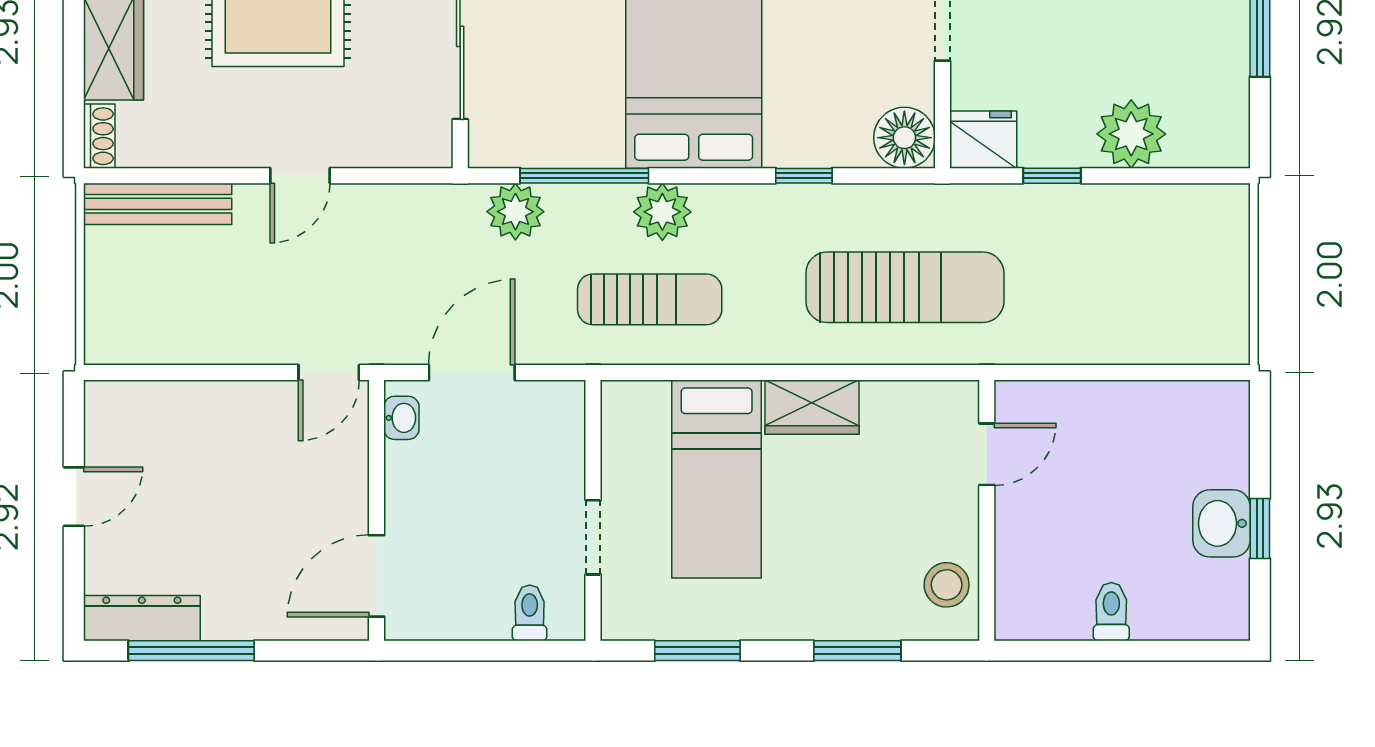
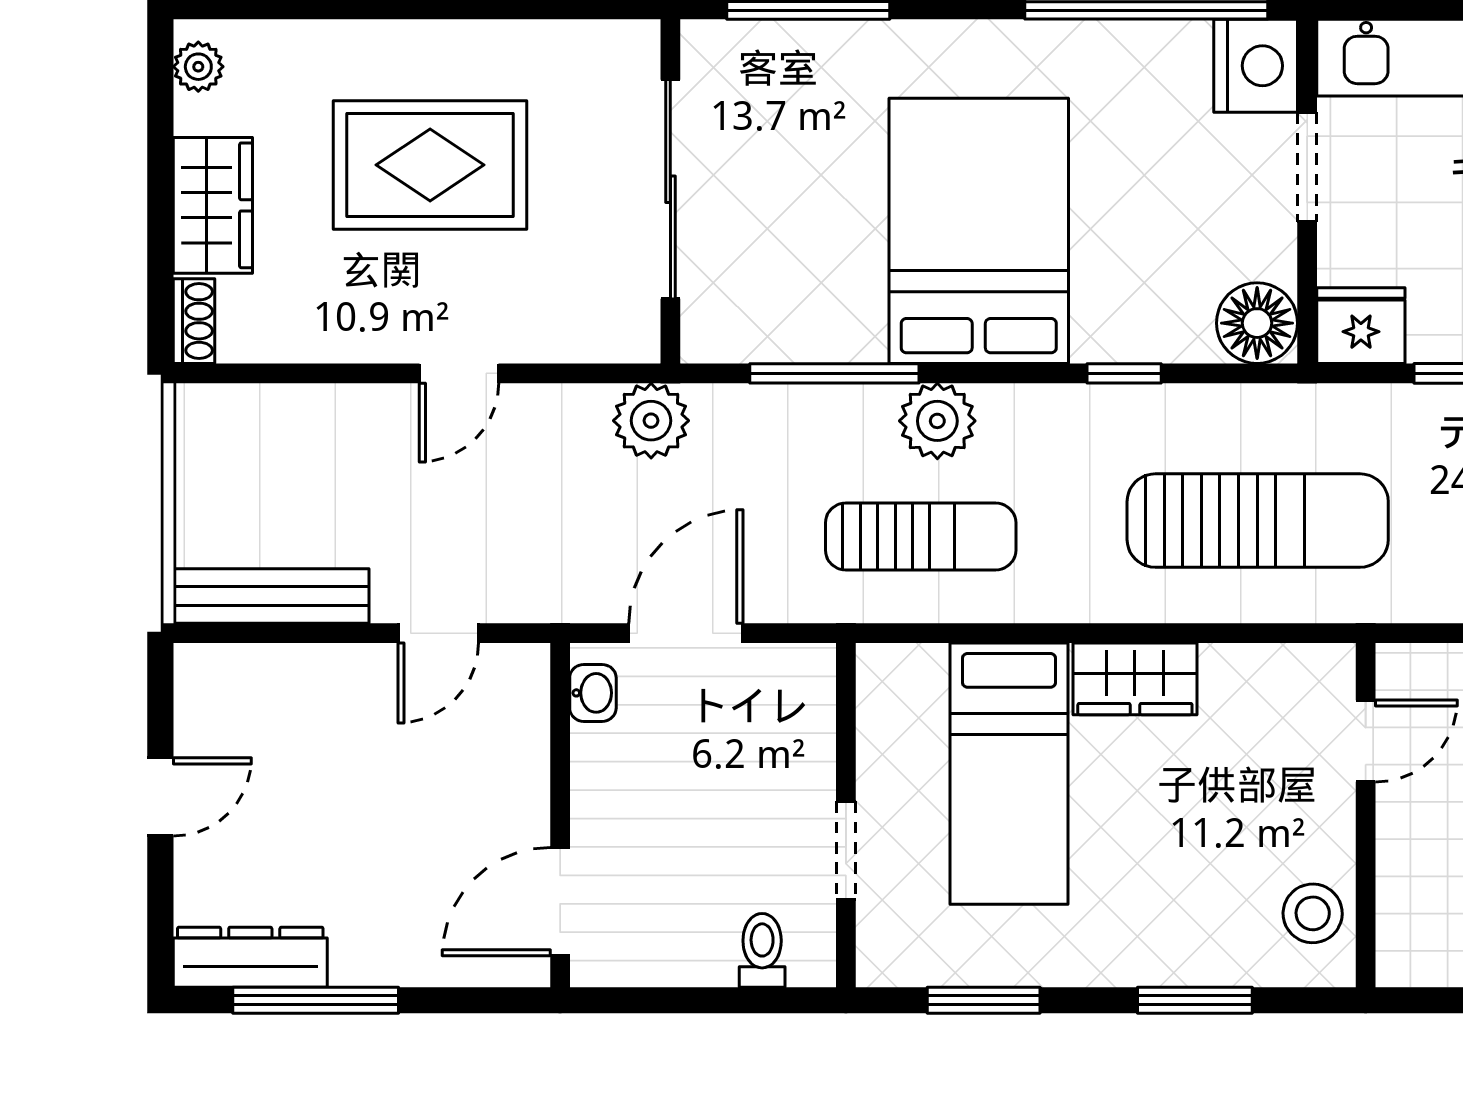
bench: (158, 204) -> (271, 596), moved
plant: (515, 212) -> (651, 421), moved
door: (329, 373) -> (438, 633), moved

